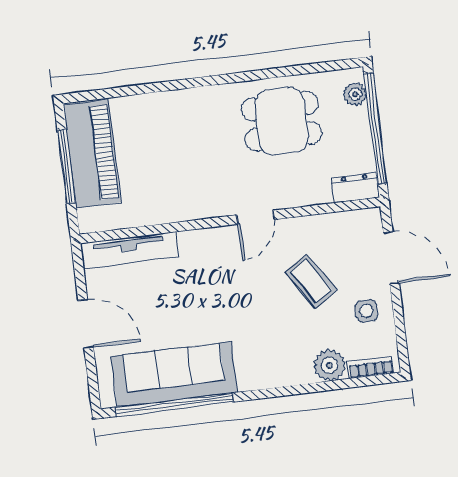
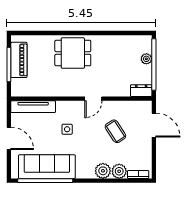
plant: (355, 94) -> (146, 59), moved
dining table: (282, 121) -> (73, 53), moved
piano: (92, 154) -> (19, 60), width x0.73, depth x0.75
side table: (366, 311) -> (67, 129), moved
plant: (295, 369) -> (103, 171), added

